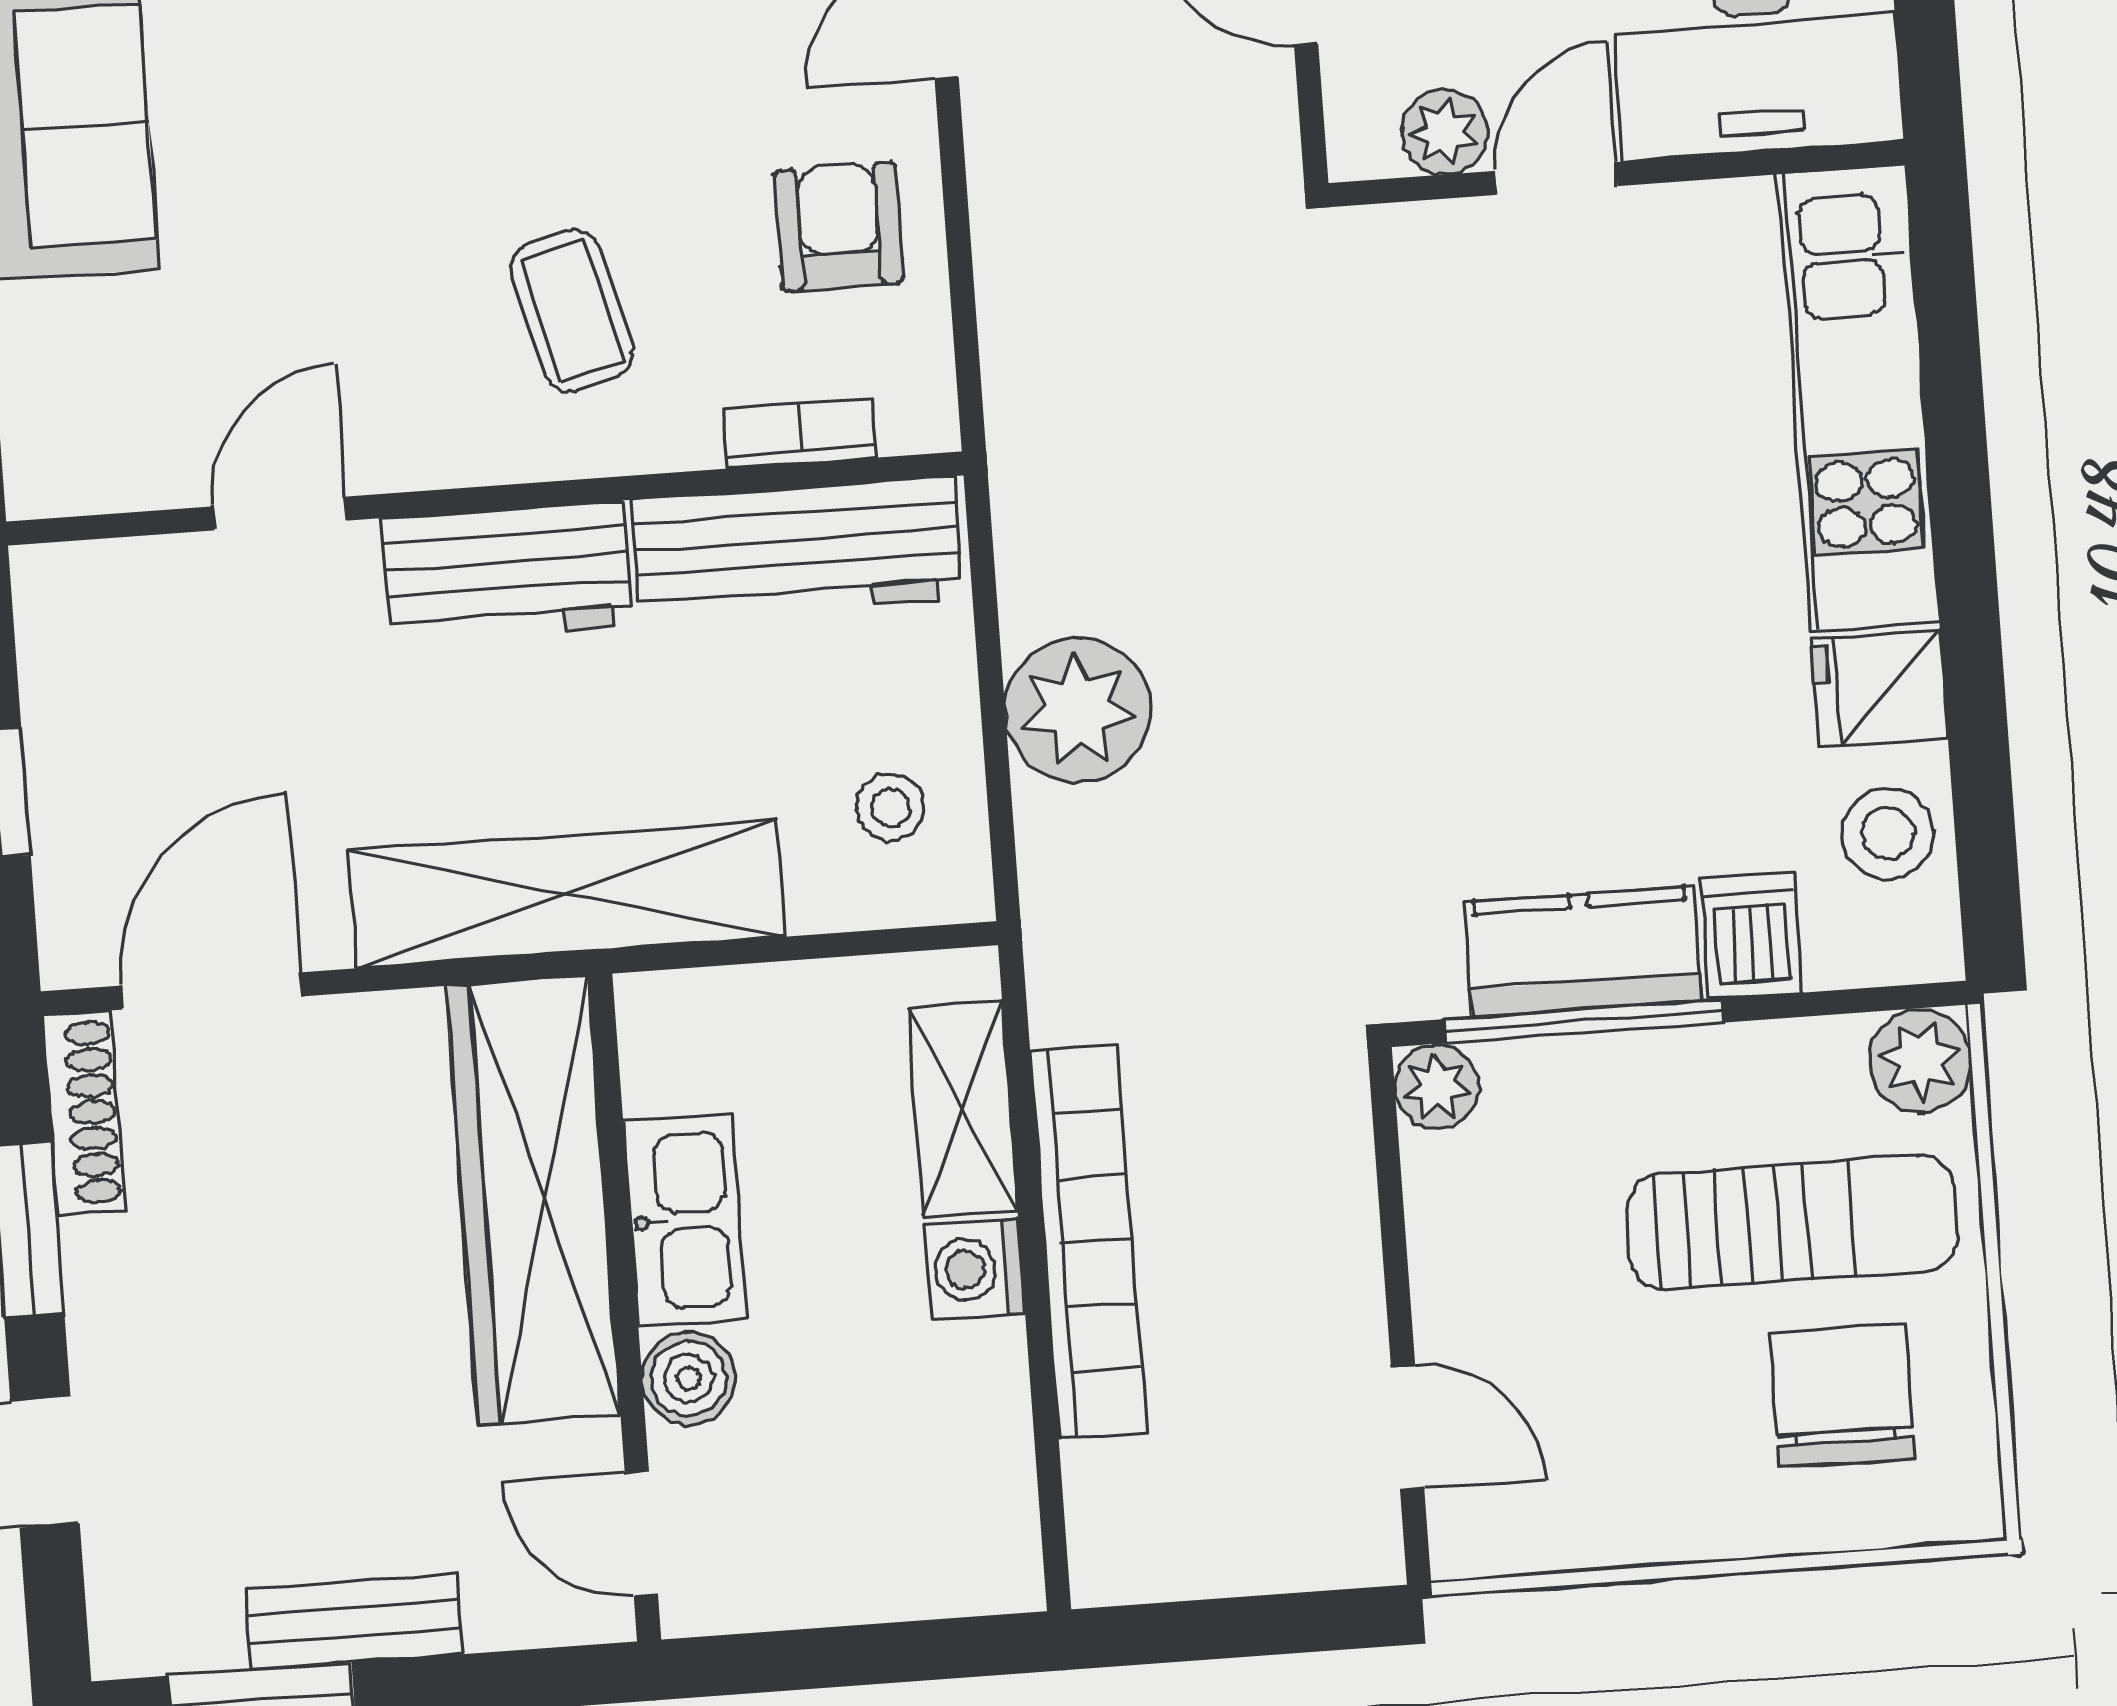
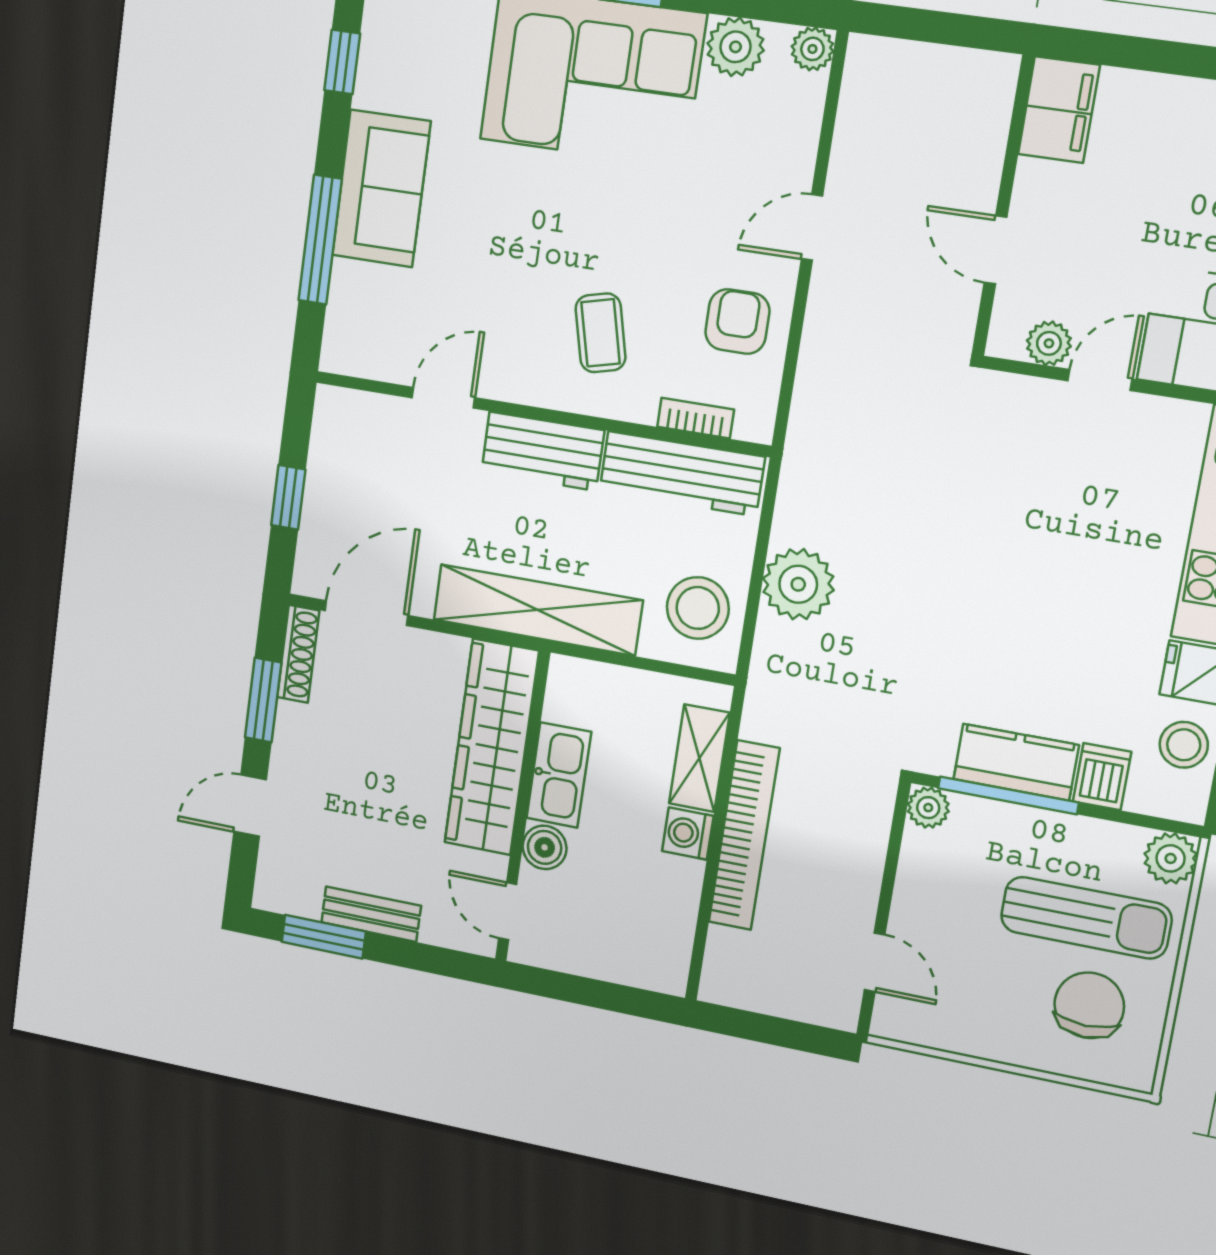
stool: (890, 807) -> (698, 608), width x1.89, depth x1.89

